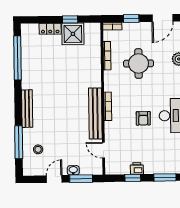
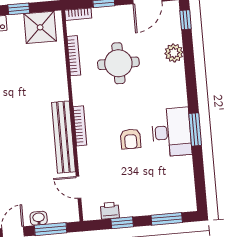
shower: (73, 34) -> (40, 27), moved
printer: (137, 168) -> (110, 211), moved

